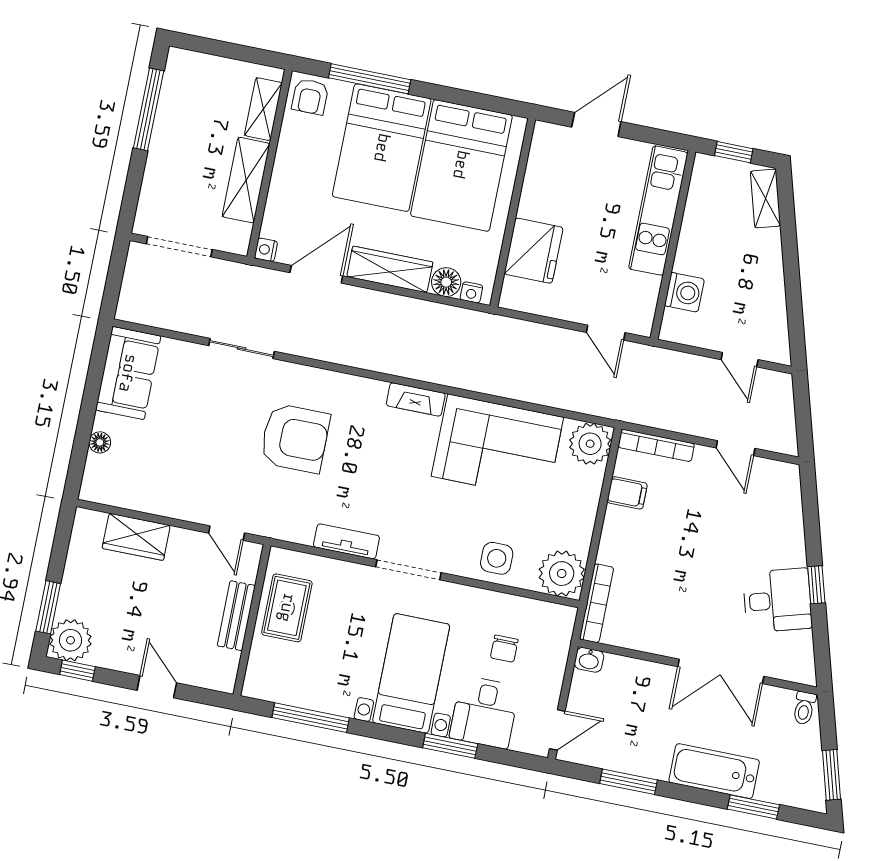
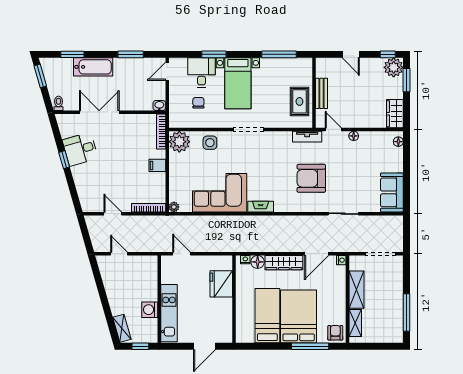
bed: (461, 165) -> (267, 316), width x0.67
washing machine: (684, 292) -> (150, 310), moved
floor lamp: (100, 442) -> (398, 142), moved
plant: (590, 444) -> (174, 207), width x0.53, depth x0.53
filing cabinet: (627, 493) -> (157, 165), moved
floor lamp: (186, 511) -> (354, 136), added
wardrobe: (136, 537) -> (395, 114), moved, turned -90
tv unit: (346, 541) -> (307, 137), moved

